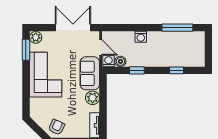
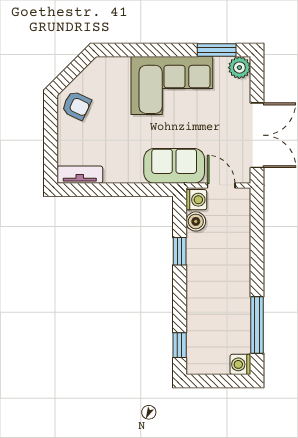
washing machine: (141, 37) -> (240, 364), moved
door: (101, 47) -> (221, 185), swing flipped
window: (177, 70) -> (180, 345), moved
plant: (93, 98) -> (130, 171), removed

